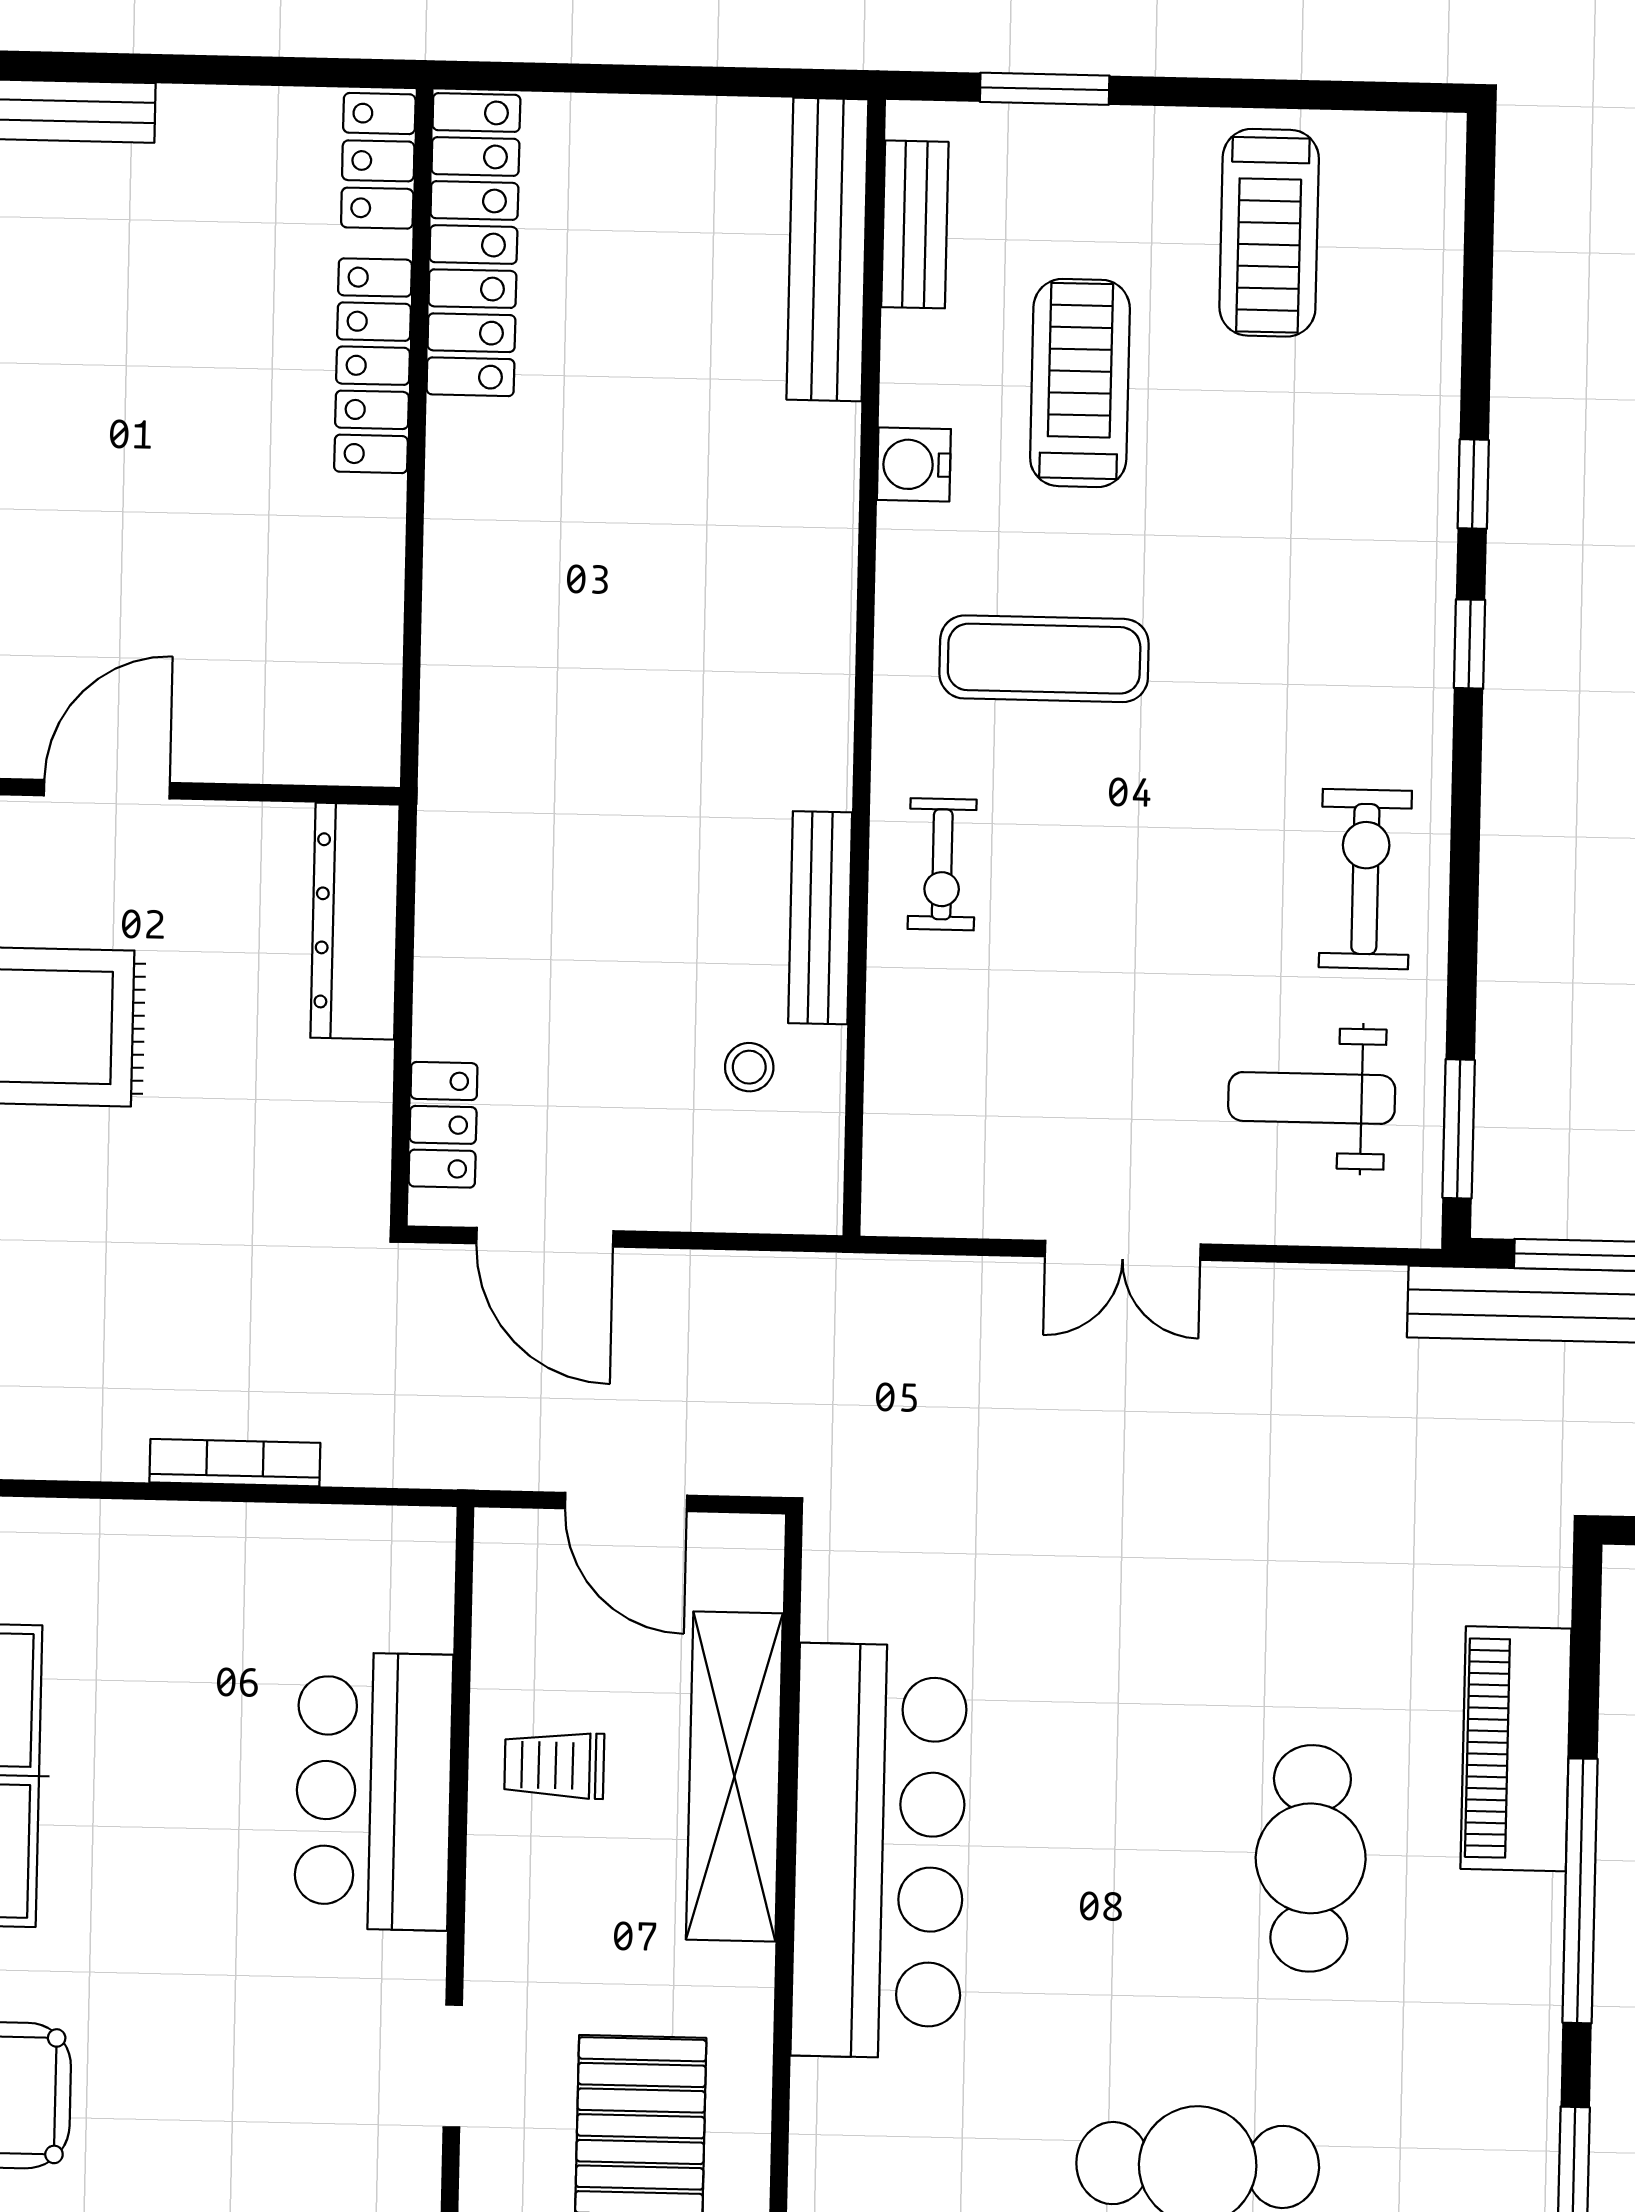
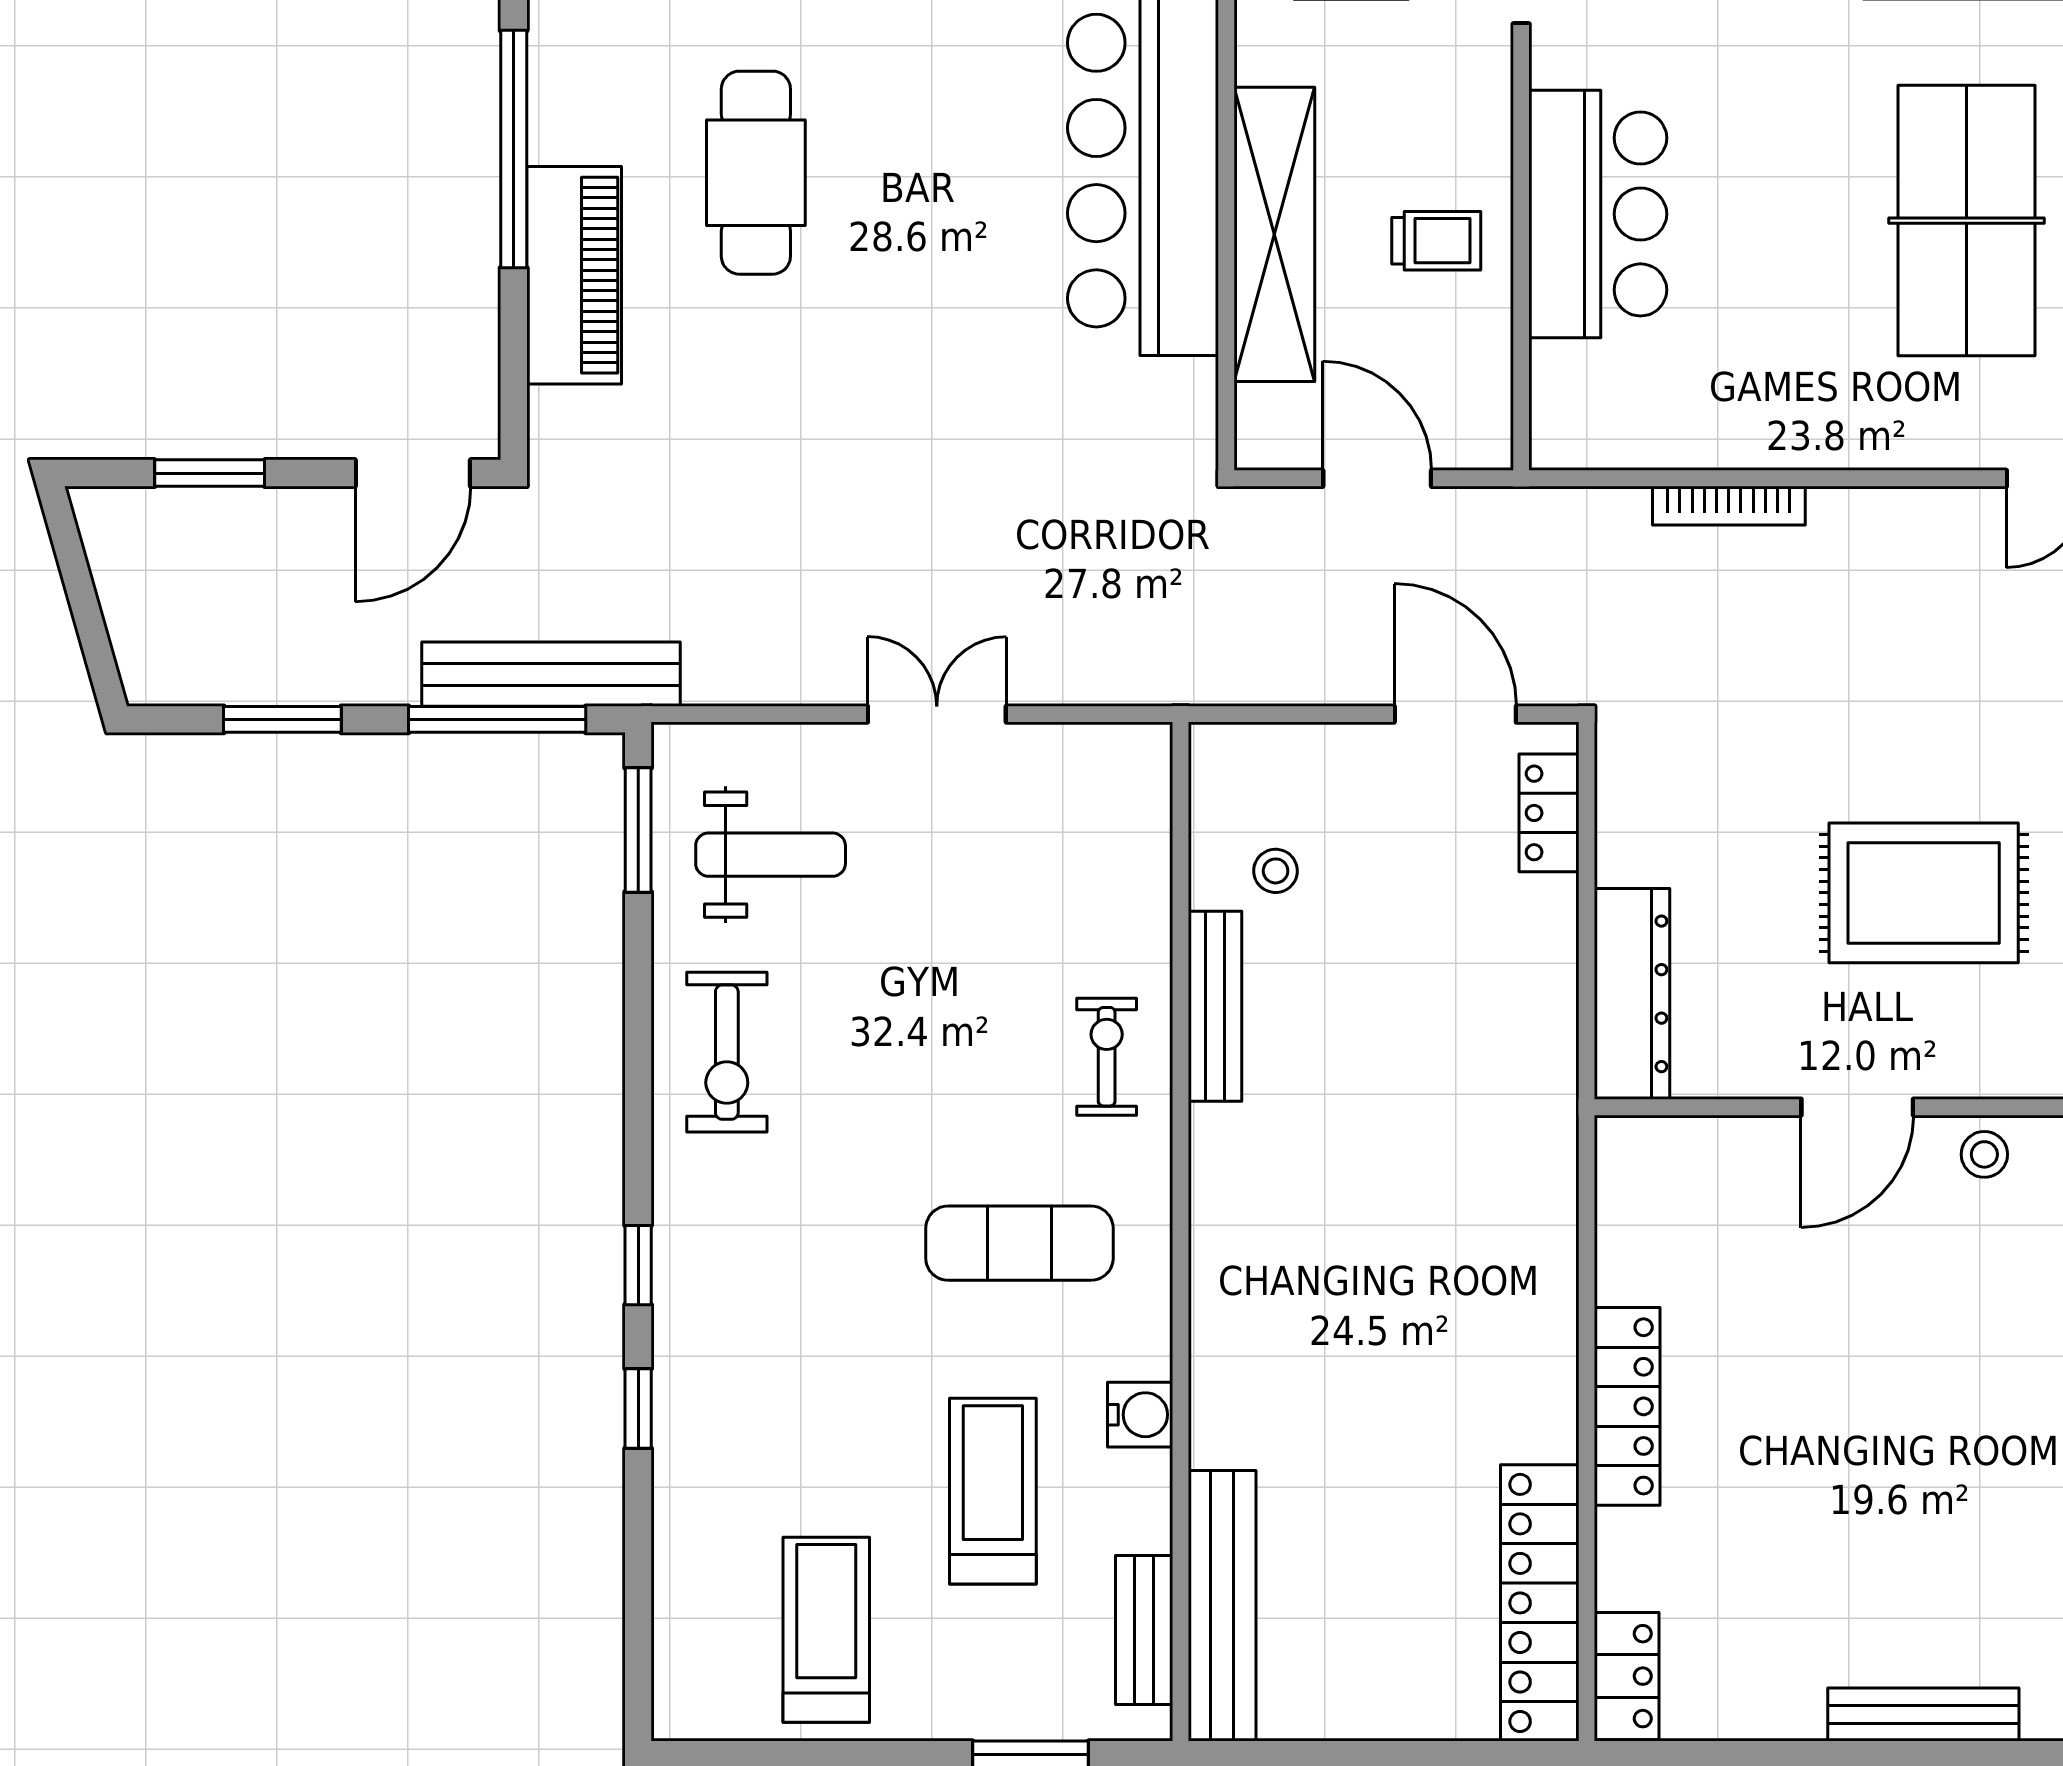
locker: (373, 366) -> (1627, 1406), moved
treadmill: (1080, 383) -> (993, 1491), turned 180

